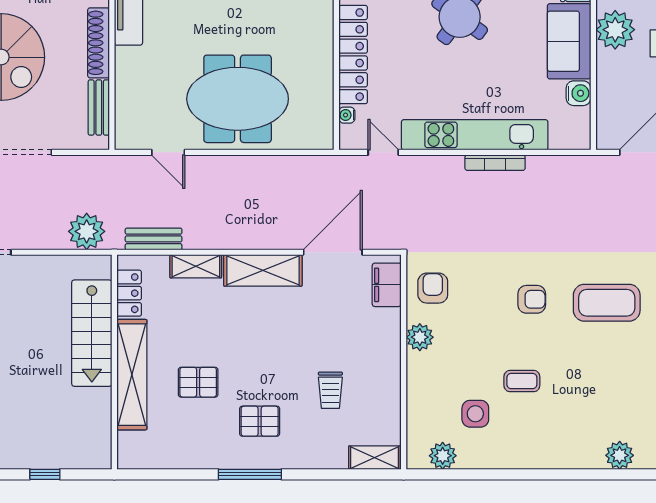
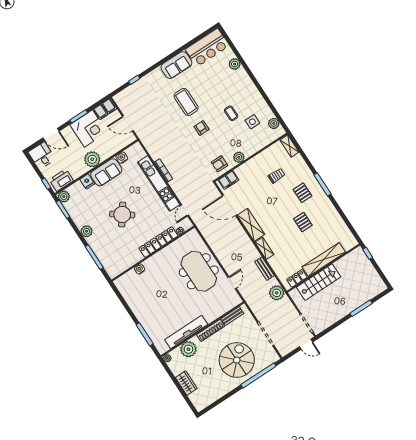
locker: (129, 293) -> (297, 278), moved
stairs: (92, 333) -> (319, 282), moved
wall: (114, 362) -> (323, 268), moved
shelving: (132, 375) -> (324, 259), moved

